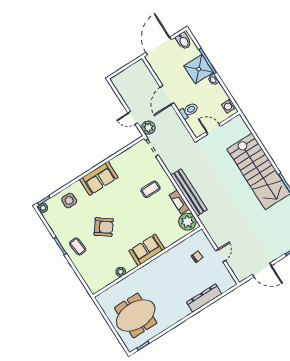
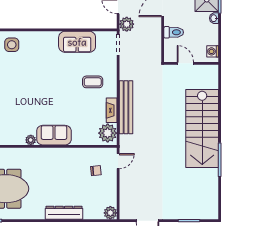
sofa: (99, 178) -> (77, 42), moved
armchair: (104, 227) -> (28, 89), removed
door: (221, 256) -> (118, 161), moved
plant: (121, 272) -> (31, 140), moved
plant: (229, 282) -> (110, 213), added
dresser: (204, 298) -> (64, 213), moved

